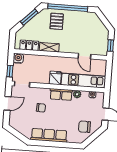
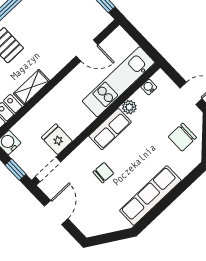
fridge: (55, 78) -> (57, 139), moved

